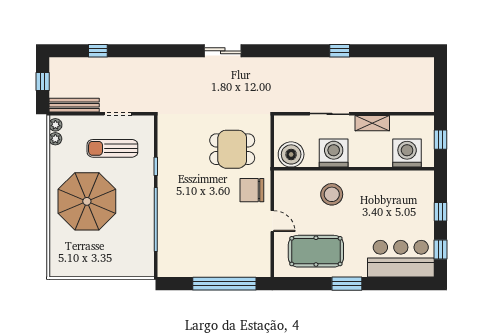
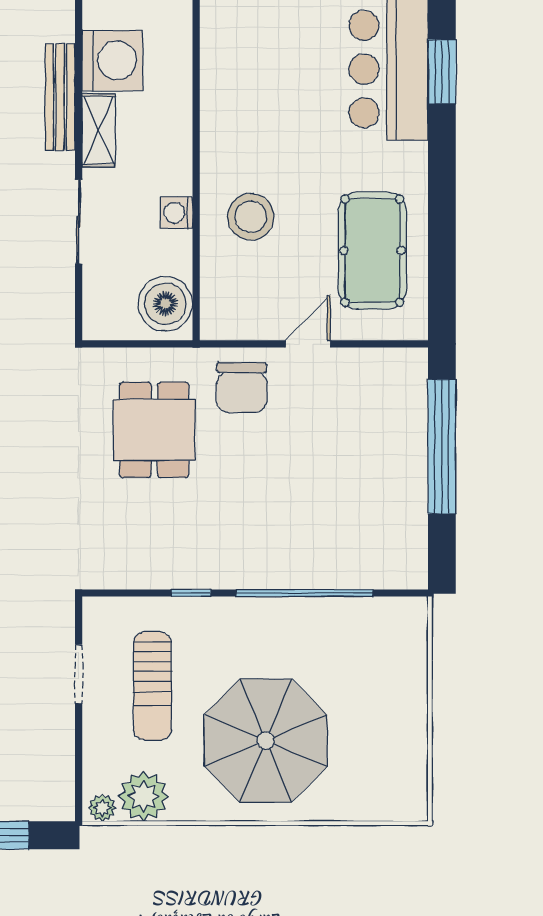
bench: (74, 105) -> (60, 97), moved
plant: (55, 139) -> (144, 796), width x1.88, depth x1.88
washing machine: (334, 153) -> (177, 213), width x0.53, depth x0.53
washing machine: (407, 153) -> (112, 60), moved, turned 180
window: (347, 284) -> (442, 72), moved

